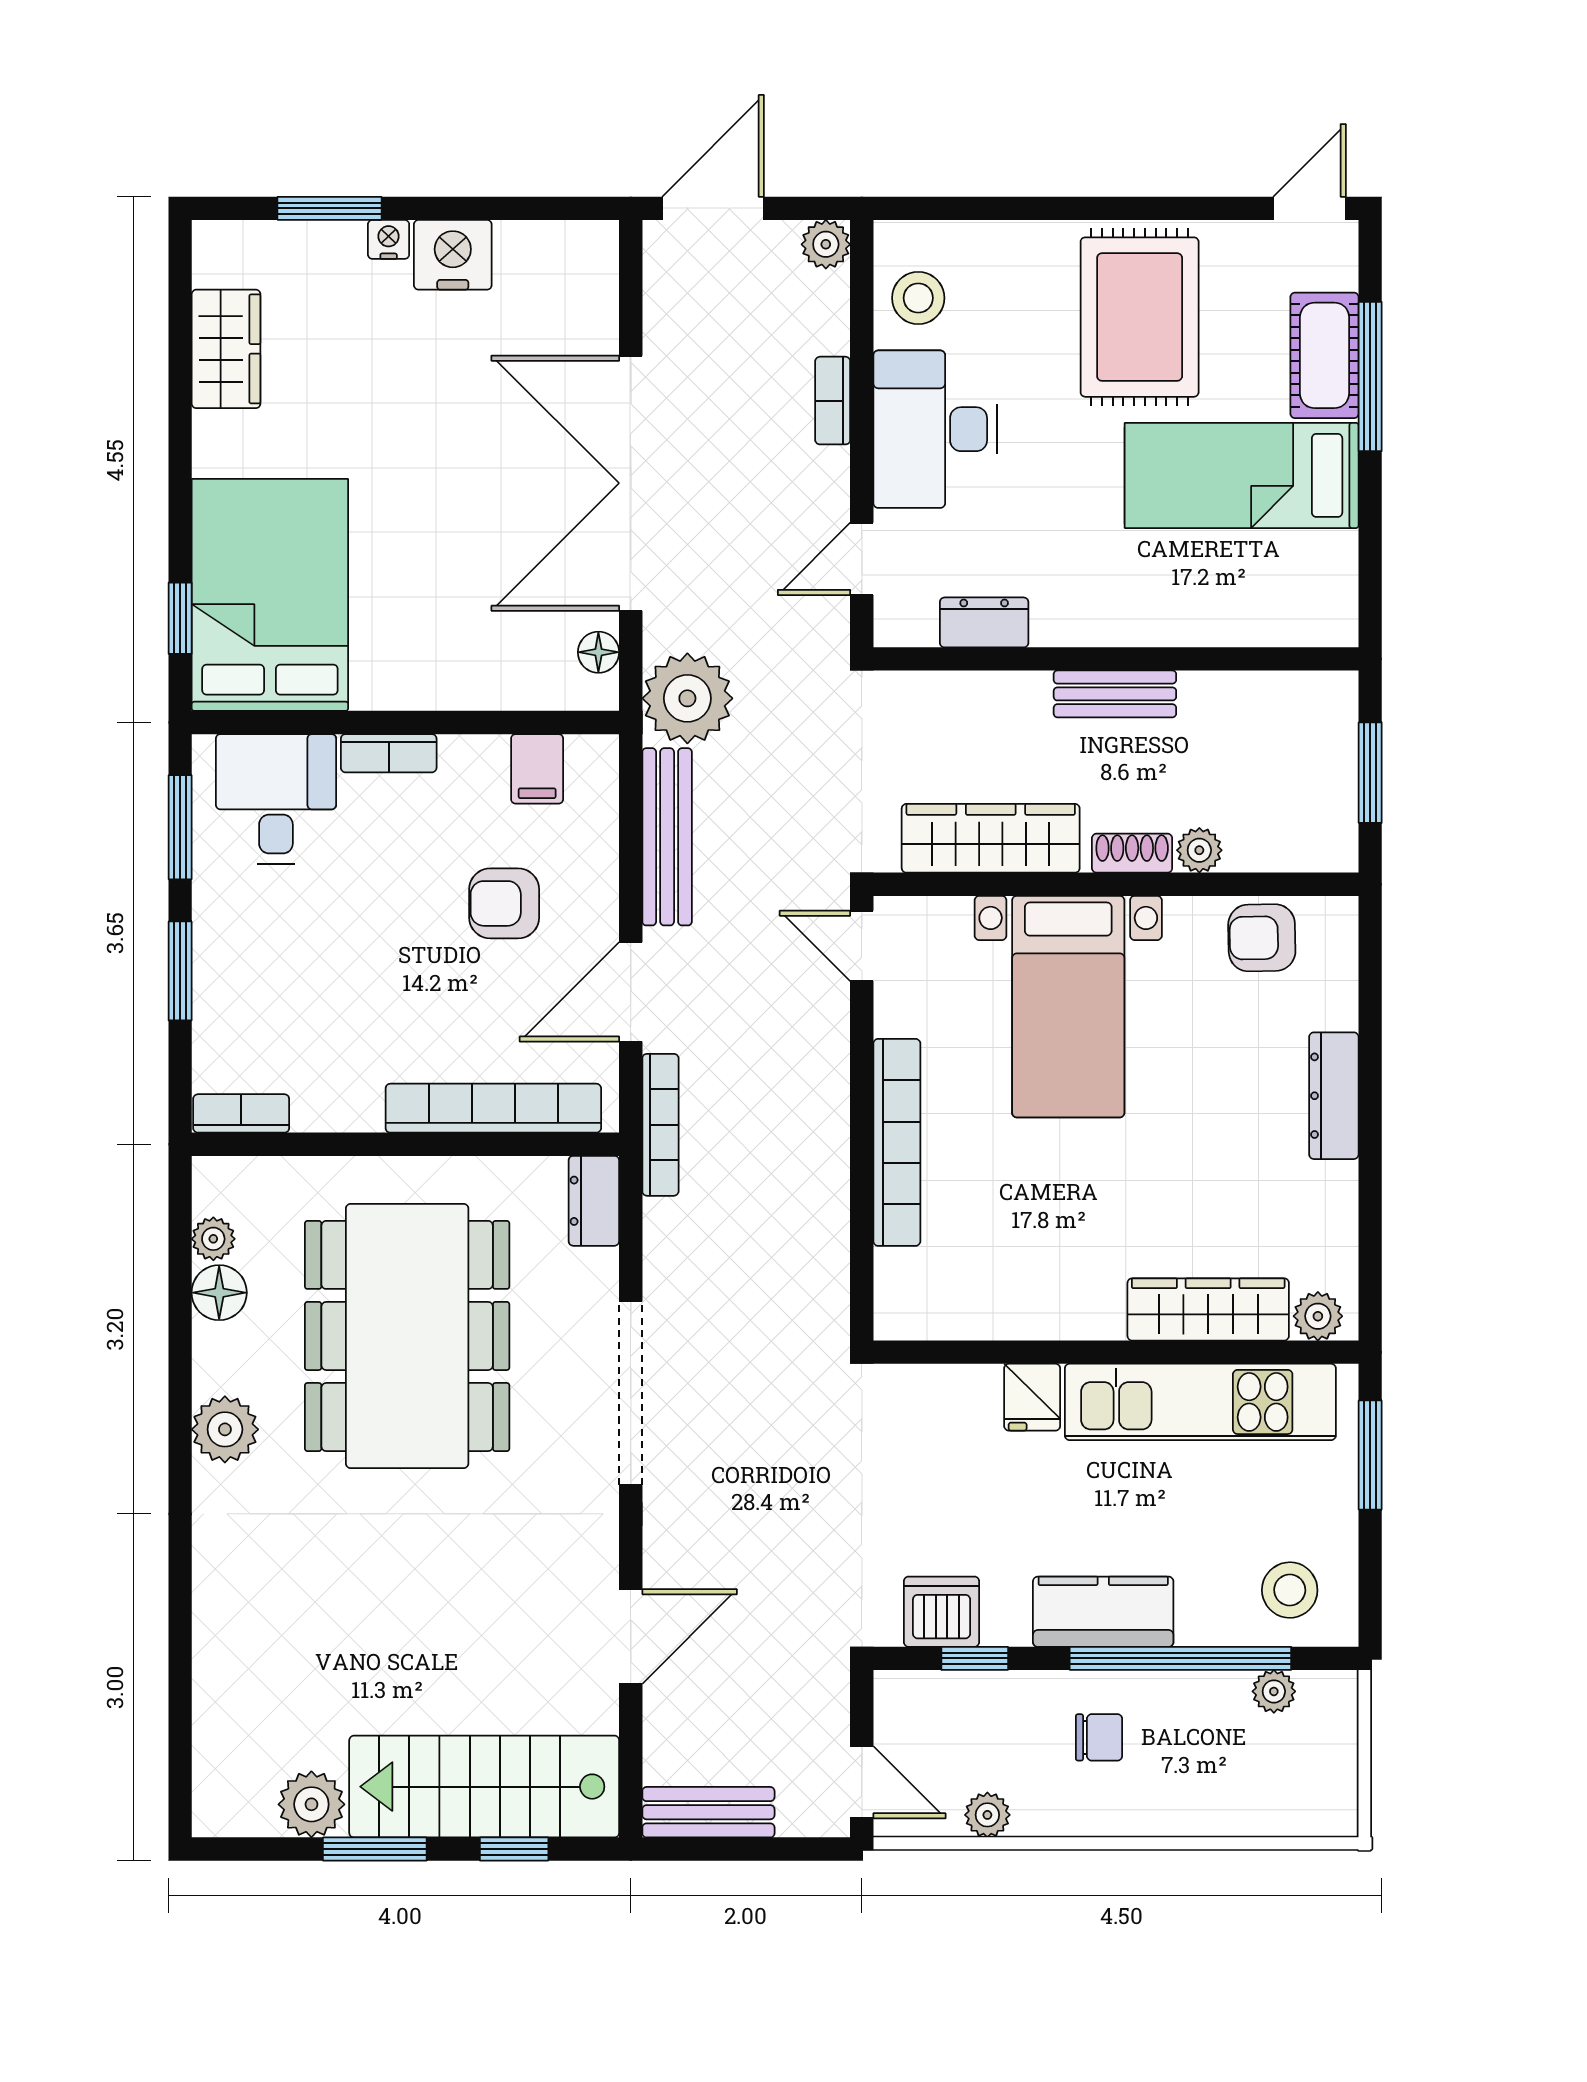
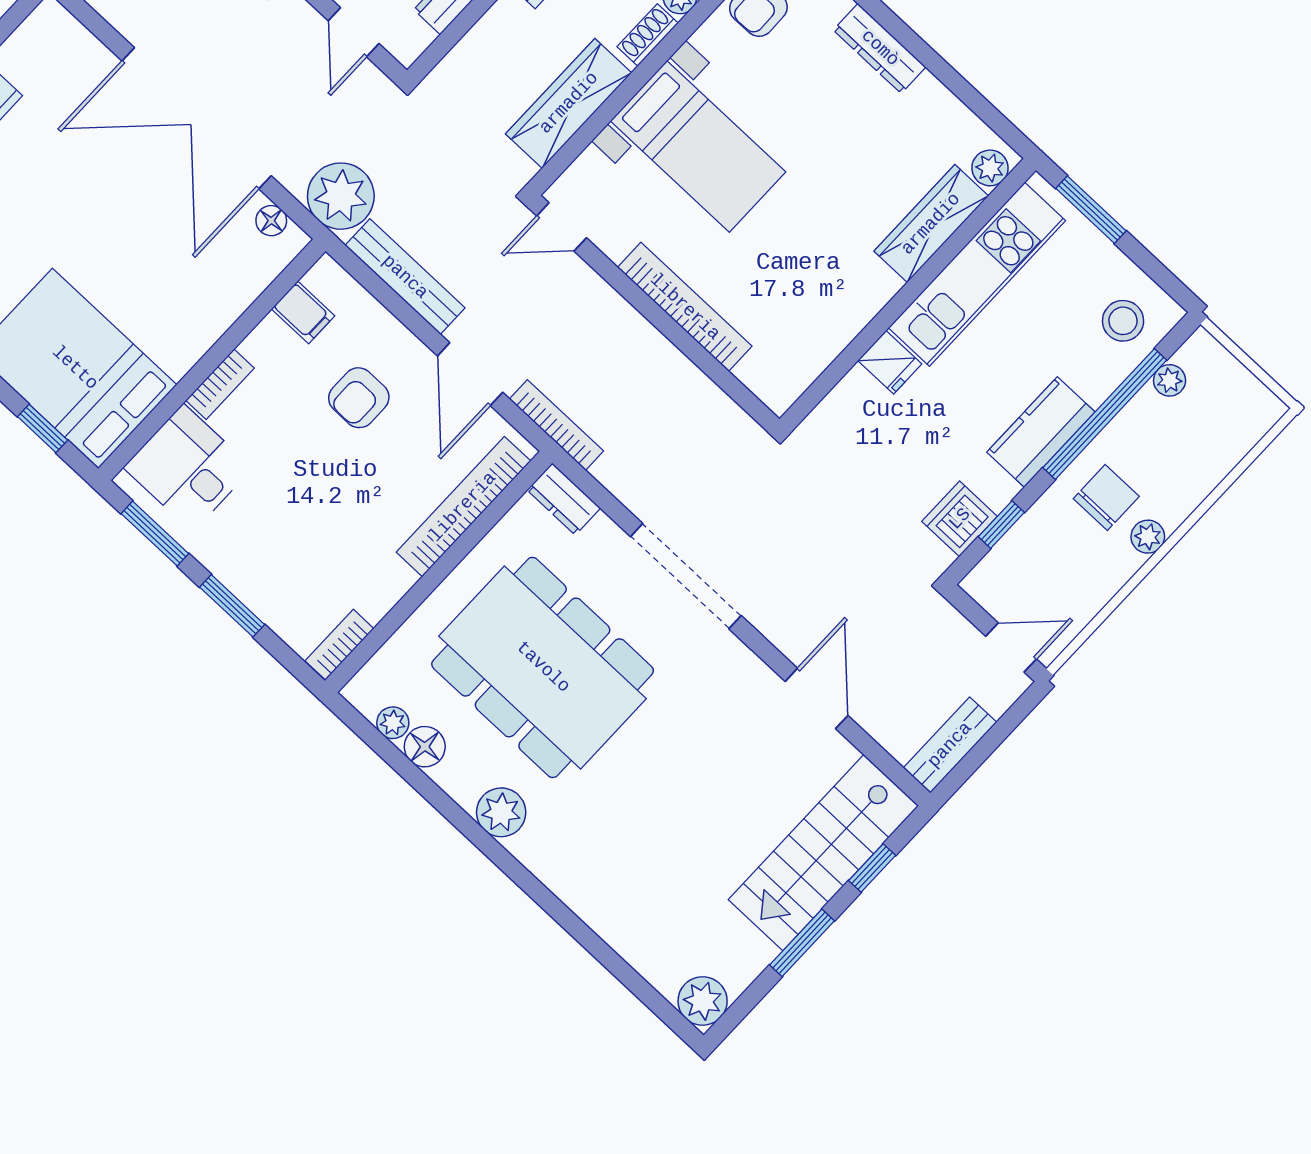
chair: (1099, 1737) -> (1106, 497), width x1.37, depth x1.37
plant: (311, 1804) -> (703, 1001), moved
plant: (987, 1815) -> (1148, 537), moved

